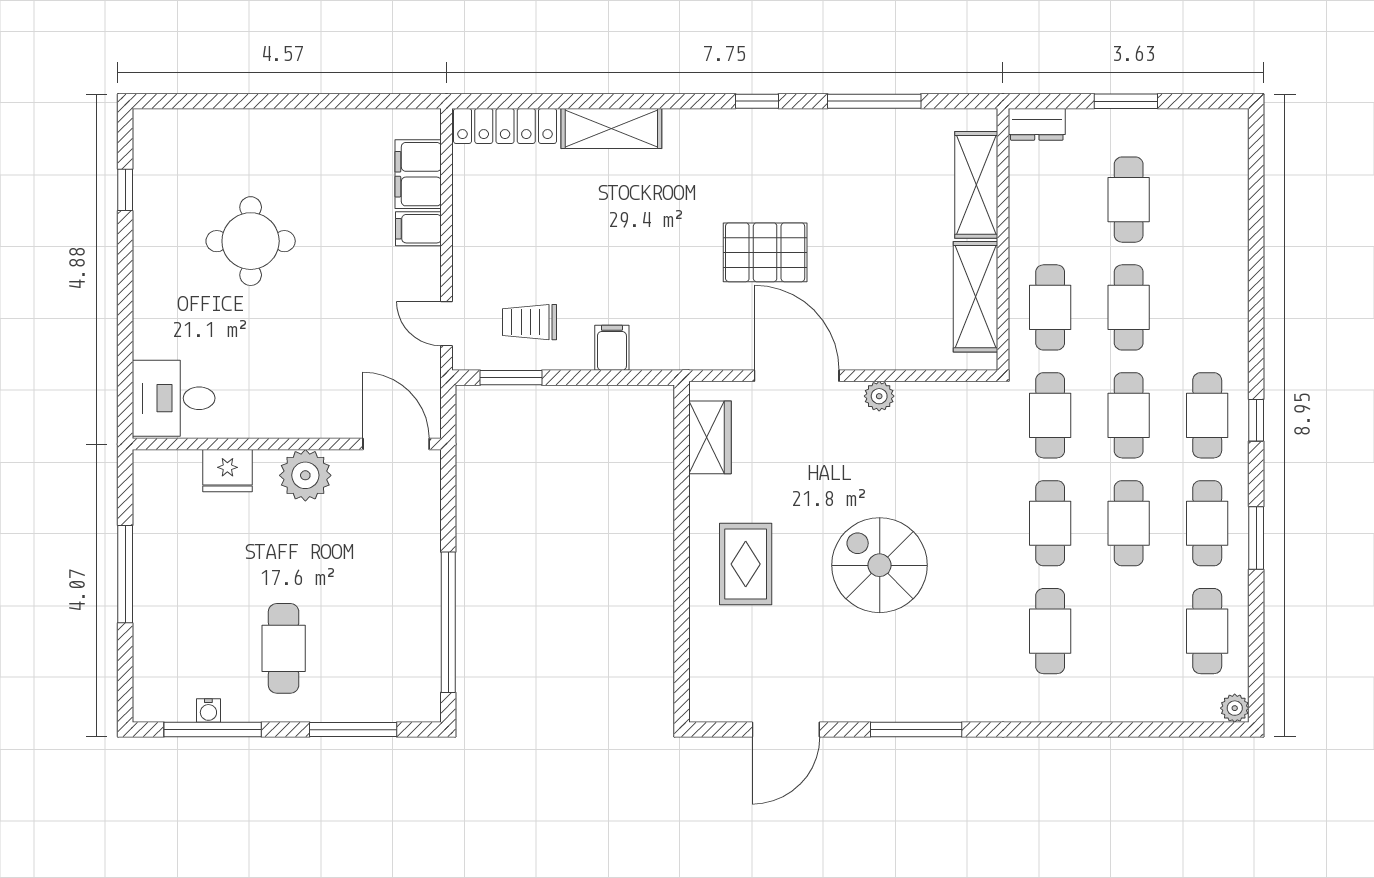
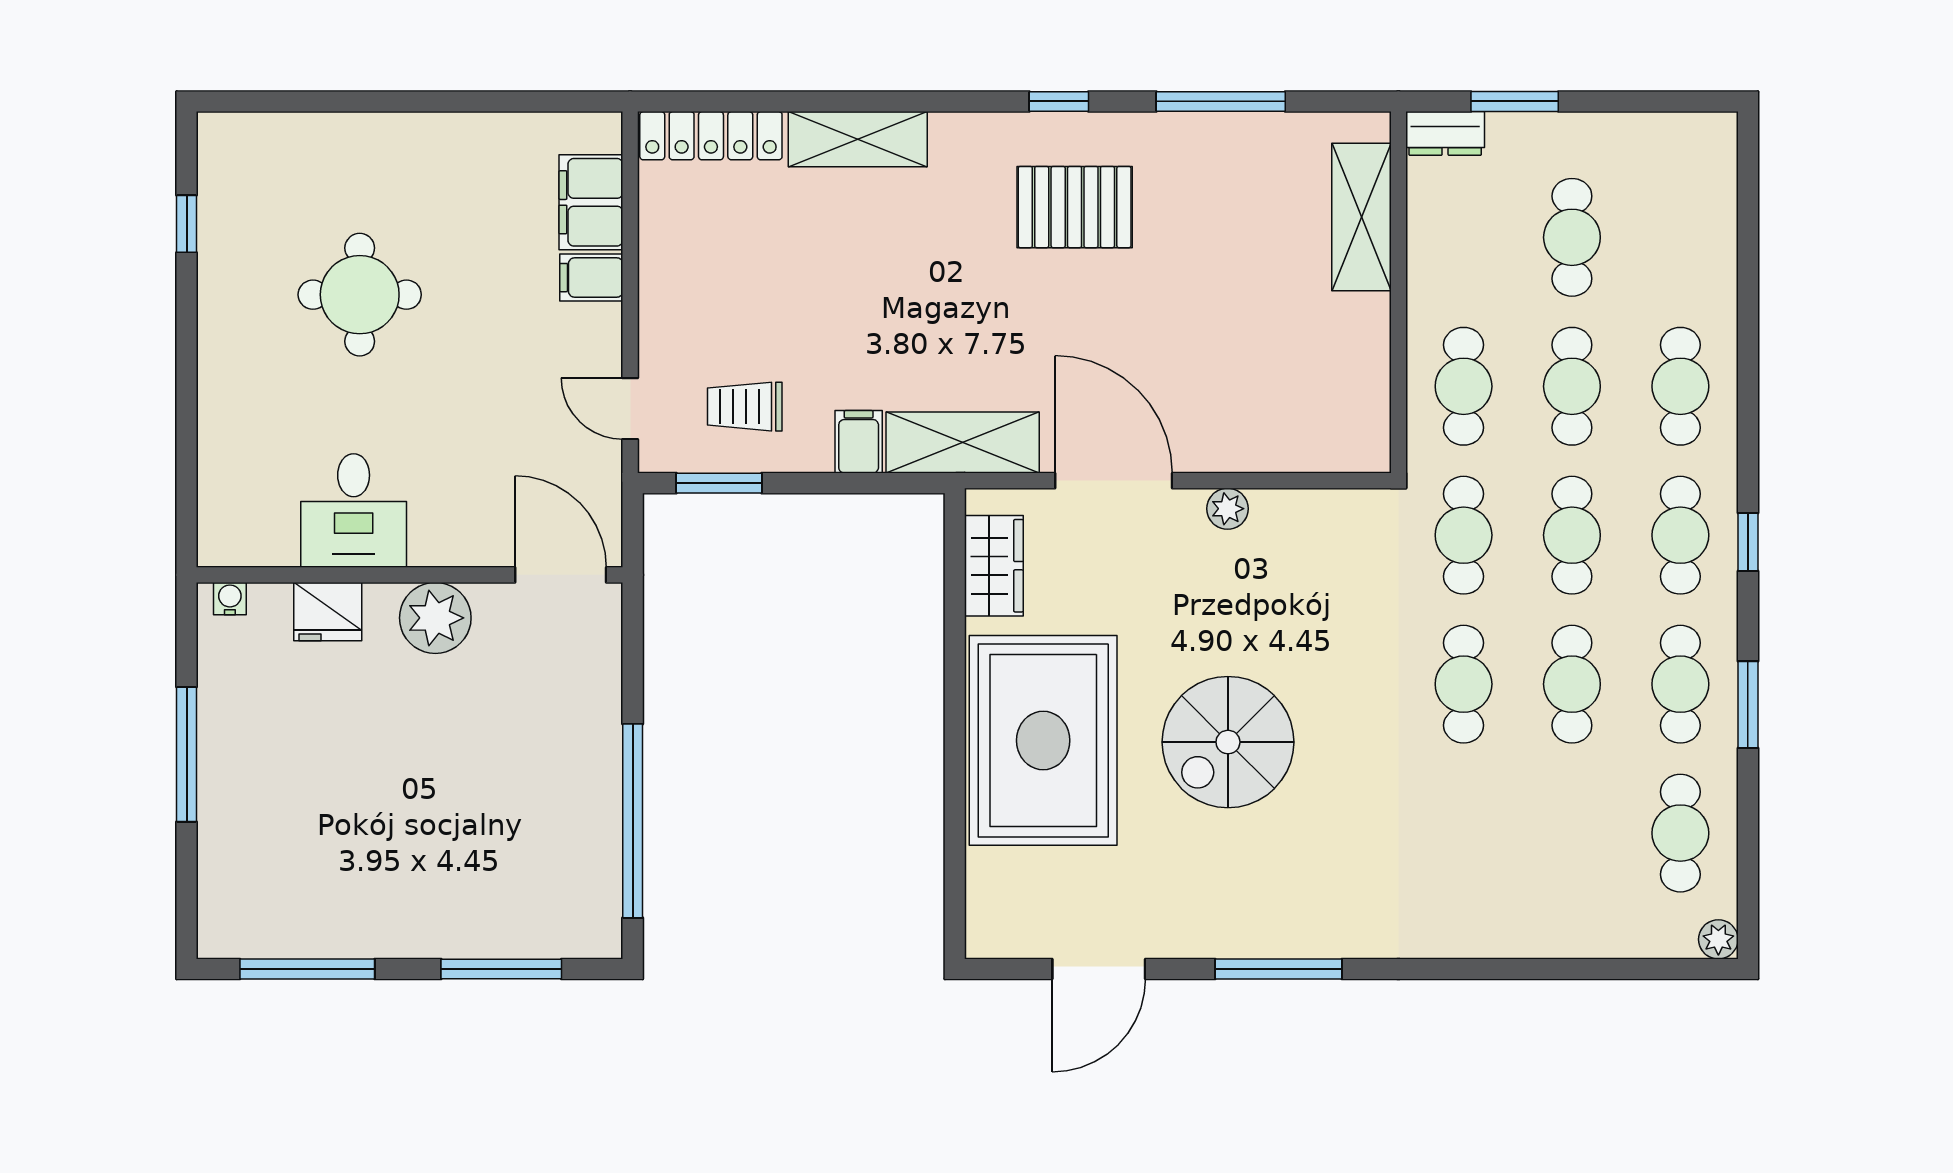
window: (1126, 101) -> (1515, 101), moved
pallet: (765, 252) -> (1075, 207), moved
shelving: (975, 297) -> (963, 443), moved, turned 90
desk: (174, 398) -> (354, 511), moved, turned -90
rug: (746, 564) -> (1043, 740), width x1.86, depth x2.06
spiral stairs: (880, 565) -> (1228, 742), turned -90
cafe table: (1050, 631) -> (1680, 386), moved
cafe table: (284, 648) -> (405, 857), removed
water cooler: (208, 711) -> (230, 599), moved, turned 180

